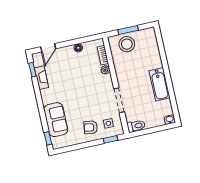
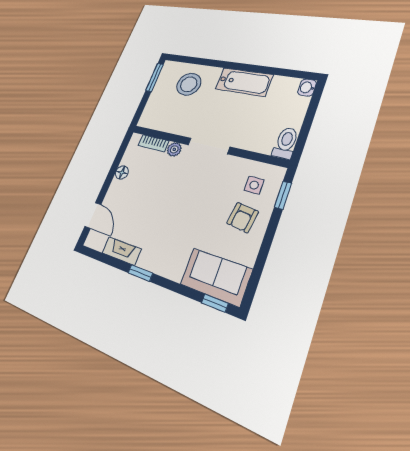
window: (128, 30) -> (155, 77), moved
stool: (127, 44) -> (189, 84), moved
window: (32, 70) -> (140, 273), moved
doorway: (119, 100) -> (209, 146), moved
sofa: (56, 120) -> (216, 277), moved

